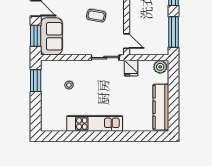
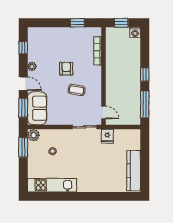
plant: (160, 67) -> (34, 135), moved
kitchen unit: (95, 124) -> (52, 185), moved

